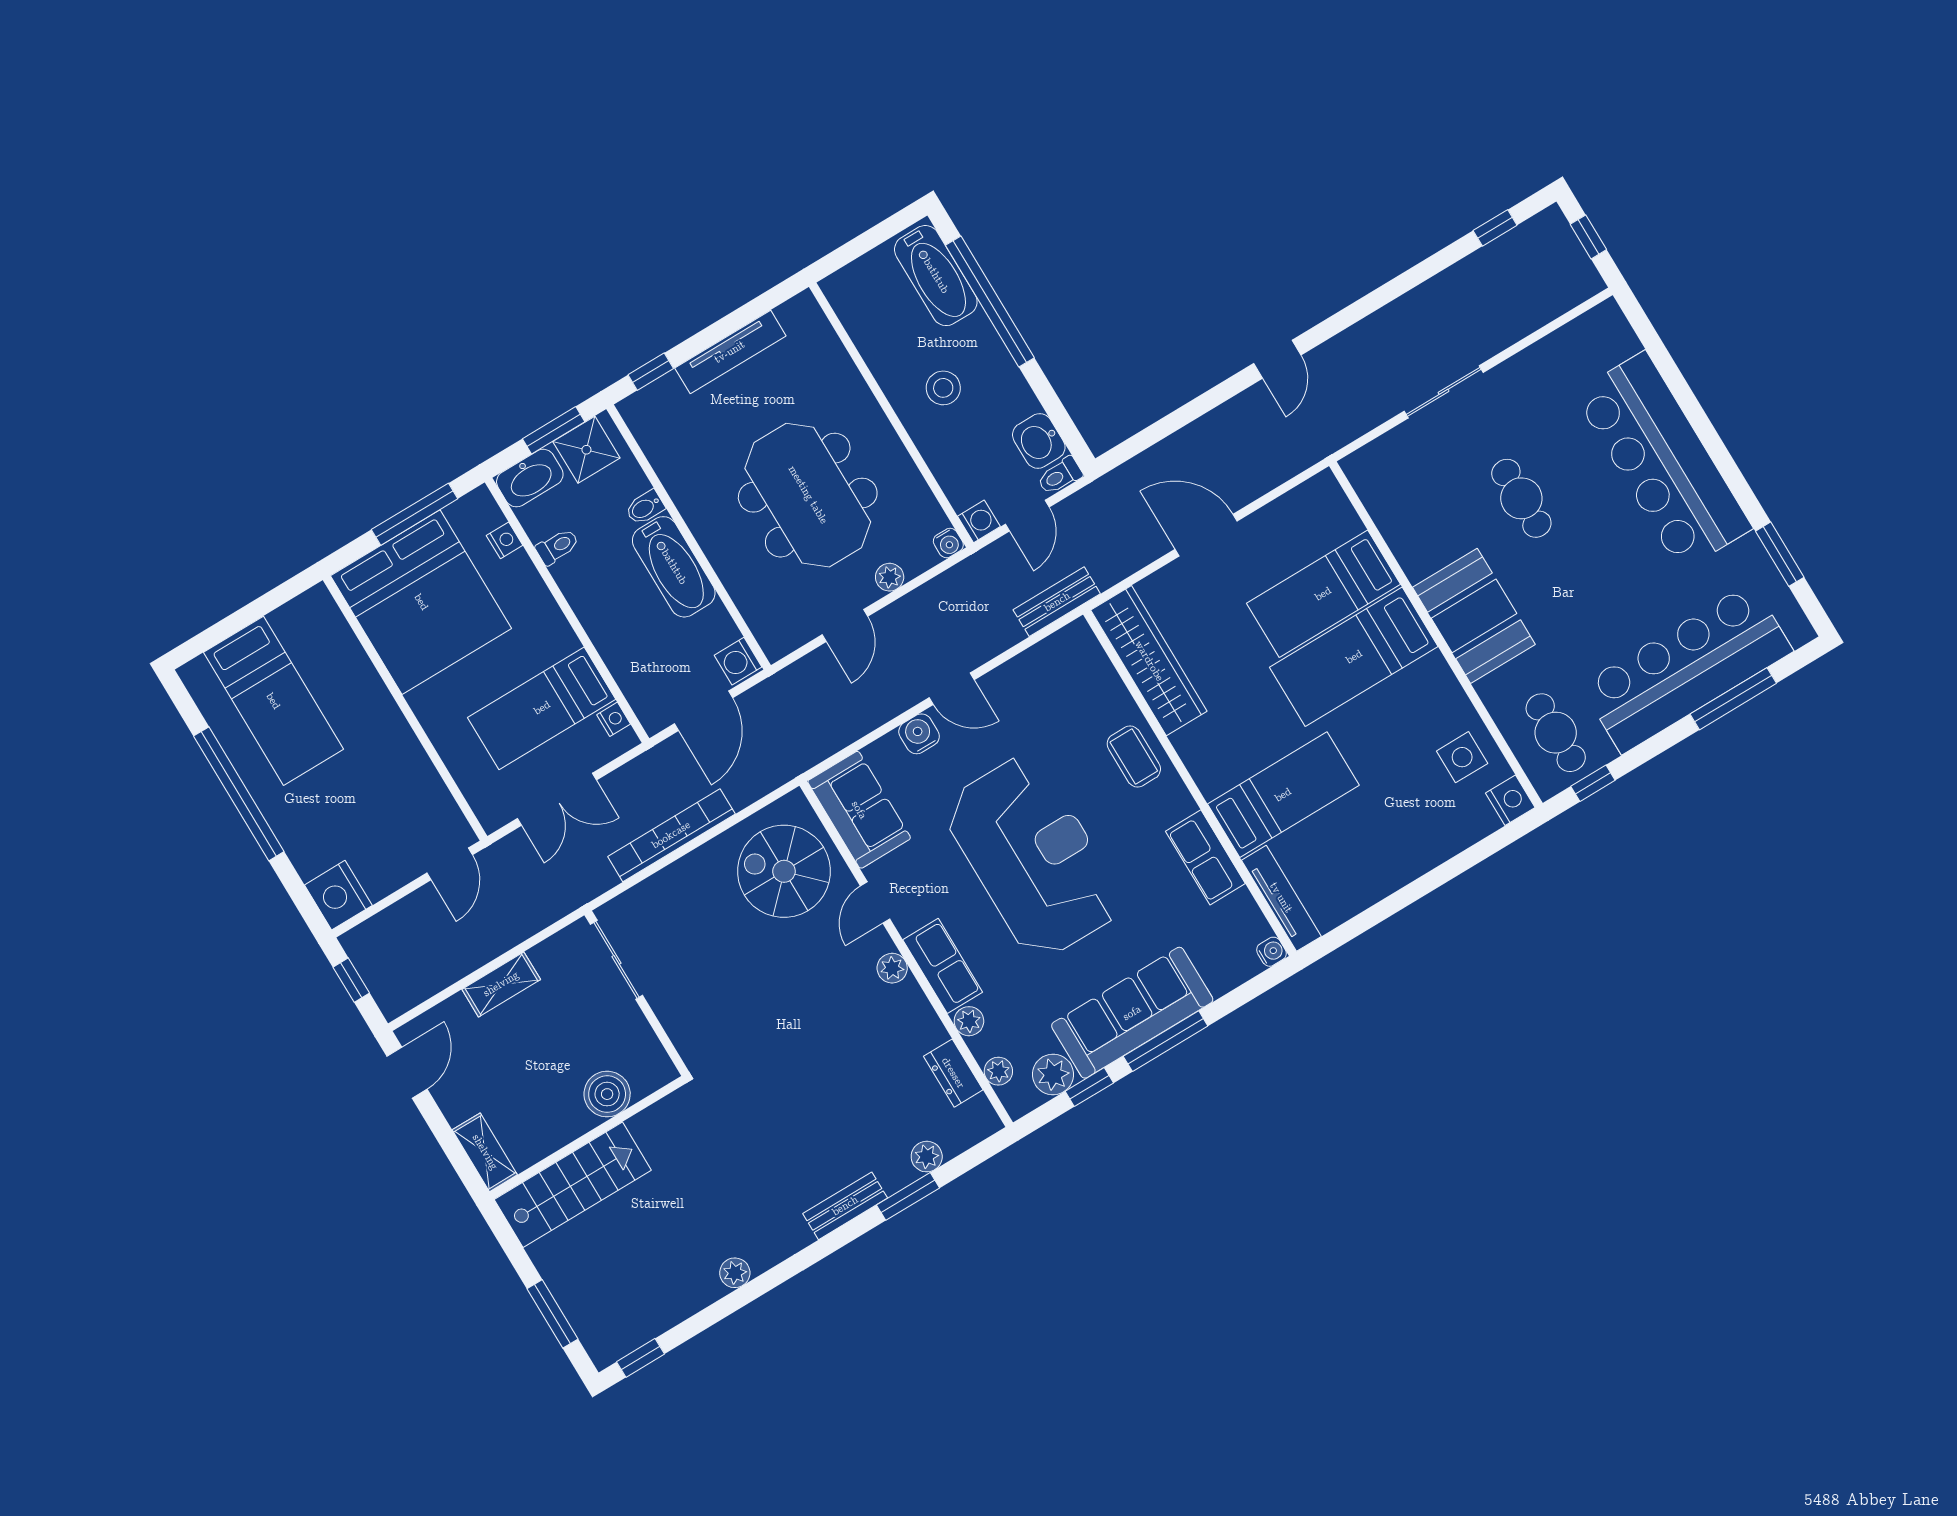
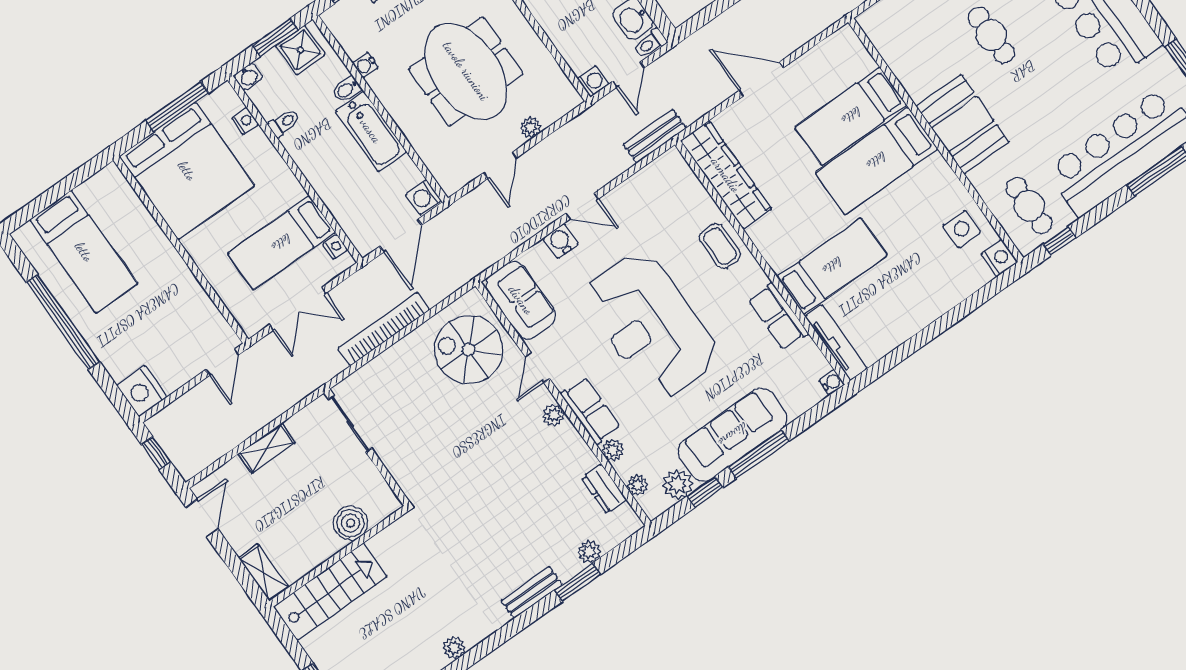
washbasin: (530, 478) -> (248, 77), width x0.52, depth x0.69
water cooler: (948, 543) -> (365, 65), moved, turned 90
reception desk: (1033, 857) -> (651, 325), turned 180

